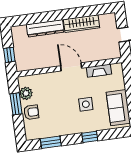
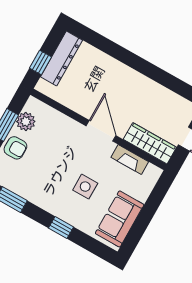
wardrobe: (82, 24) -> (150, 143), moved, turned 180
dresser: (45, 28) -> (61, 58), moved, turned -90

